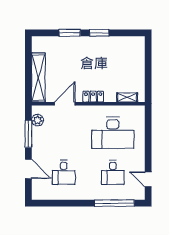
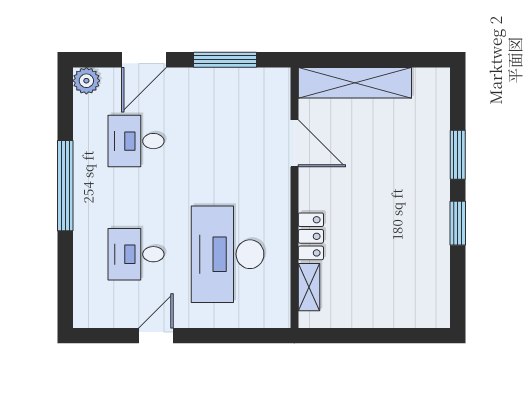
locker: (93, 97) -> (311, 236), moved
plant: (38, 120) -> (86, 81), moved
door: (148, 179) -> (156, 336), moved
window: (114, 203) -> (65, 186), moved

